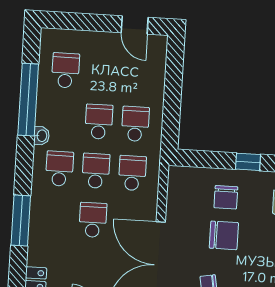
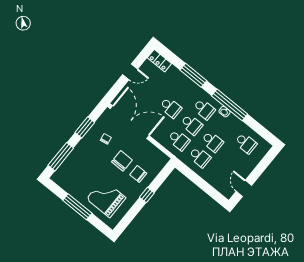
door: (135, 25) -> (244, 188), hinge flipped
window: (28, 100) -> (230, 105), moved
chair: (224, 235) -> (122, 161), turned 180

